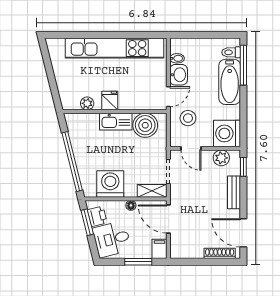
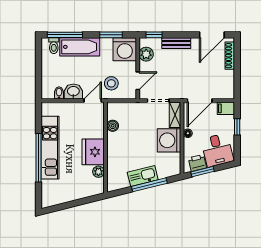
window: (103, 35) -> (38, 158), added
kitchen unit: (115, 48) -> (50, 148), width x0.73
door: (168, 97) -> (93, 101), hinge flipped
fridge: (110, 101) -> (93, 152), width x1.88, depth x1.34
window: (243, 118) -> (111, 35), added
kitchen sink: (116, 122) -> (143, 176), moved, turned -104
boiler: (145, 125) -> (113, 126), width x0.54, depth x0.54
window: (72, 161) -> (149, 185), width x0.68
washing machine: (110, 184) -> (169, 140), moved
window: (138, 262) -> (237, 127), width x0.67

